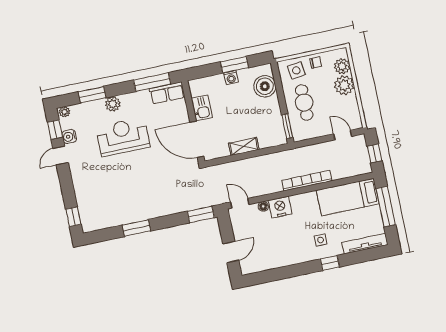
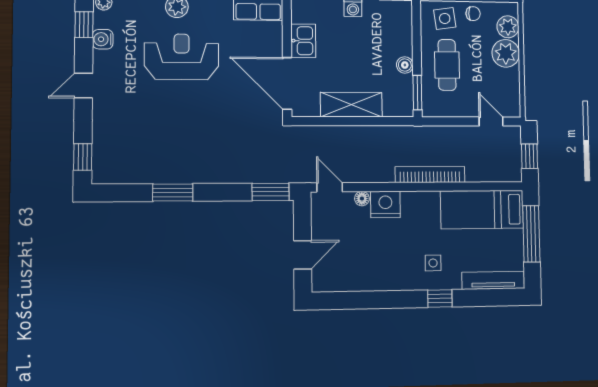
boiler: (265, 86) -> (405, 65), moved, width x0.54, depth x0.54
shelving: (244, 146) -> (351, 105), width x1.50, depth x1.33
door: (61, 156) -> (83, 86), moved

